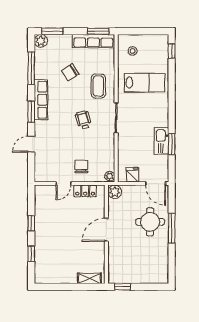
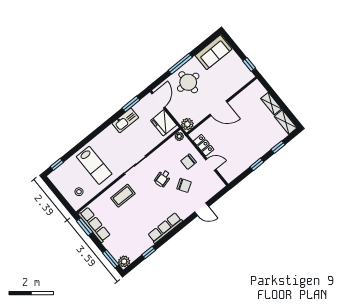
window: (31, 68) -> (149, 253), width x0.46
chair: (70, 72) -> (184, 185), moved
lab bench: (145, 83) -> (94, 165), turned 180
window: (31, 112) -> (179, 228), removed
wheelchair: (83, 120) -> (163, 179), moved
window: (172, 144) -> (131, 104), moved
fridge: (133, 175) -> (164, 123), width x1.88, depth x1.34
sofa: (158, 265) -> (214, 52), added
shelving: (47, 278) -> (286, 122), added
shelving: (89, 278) -> (271, 104), moved

